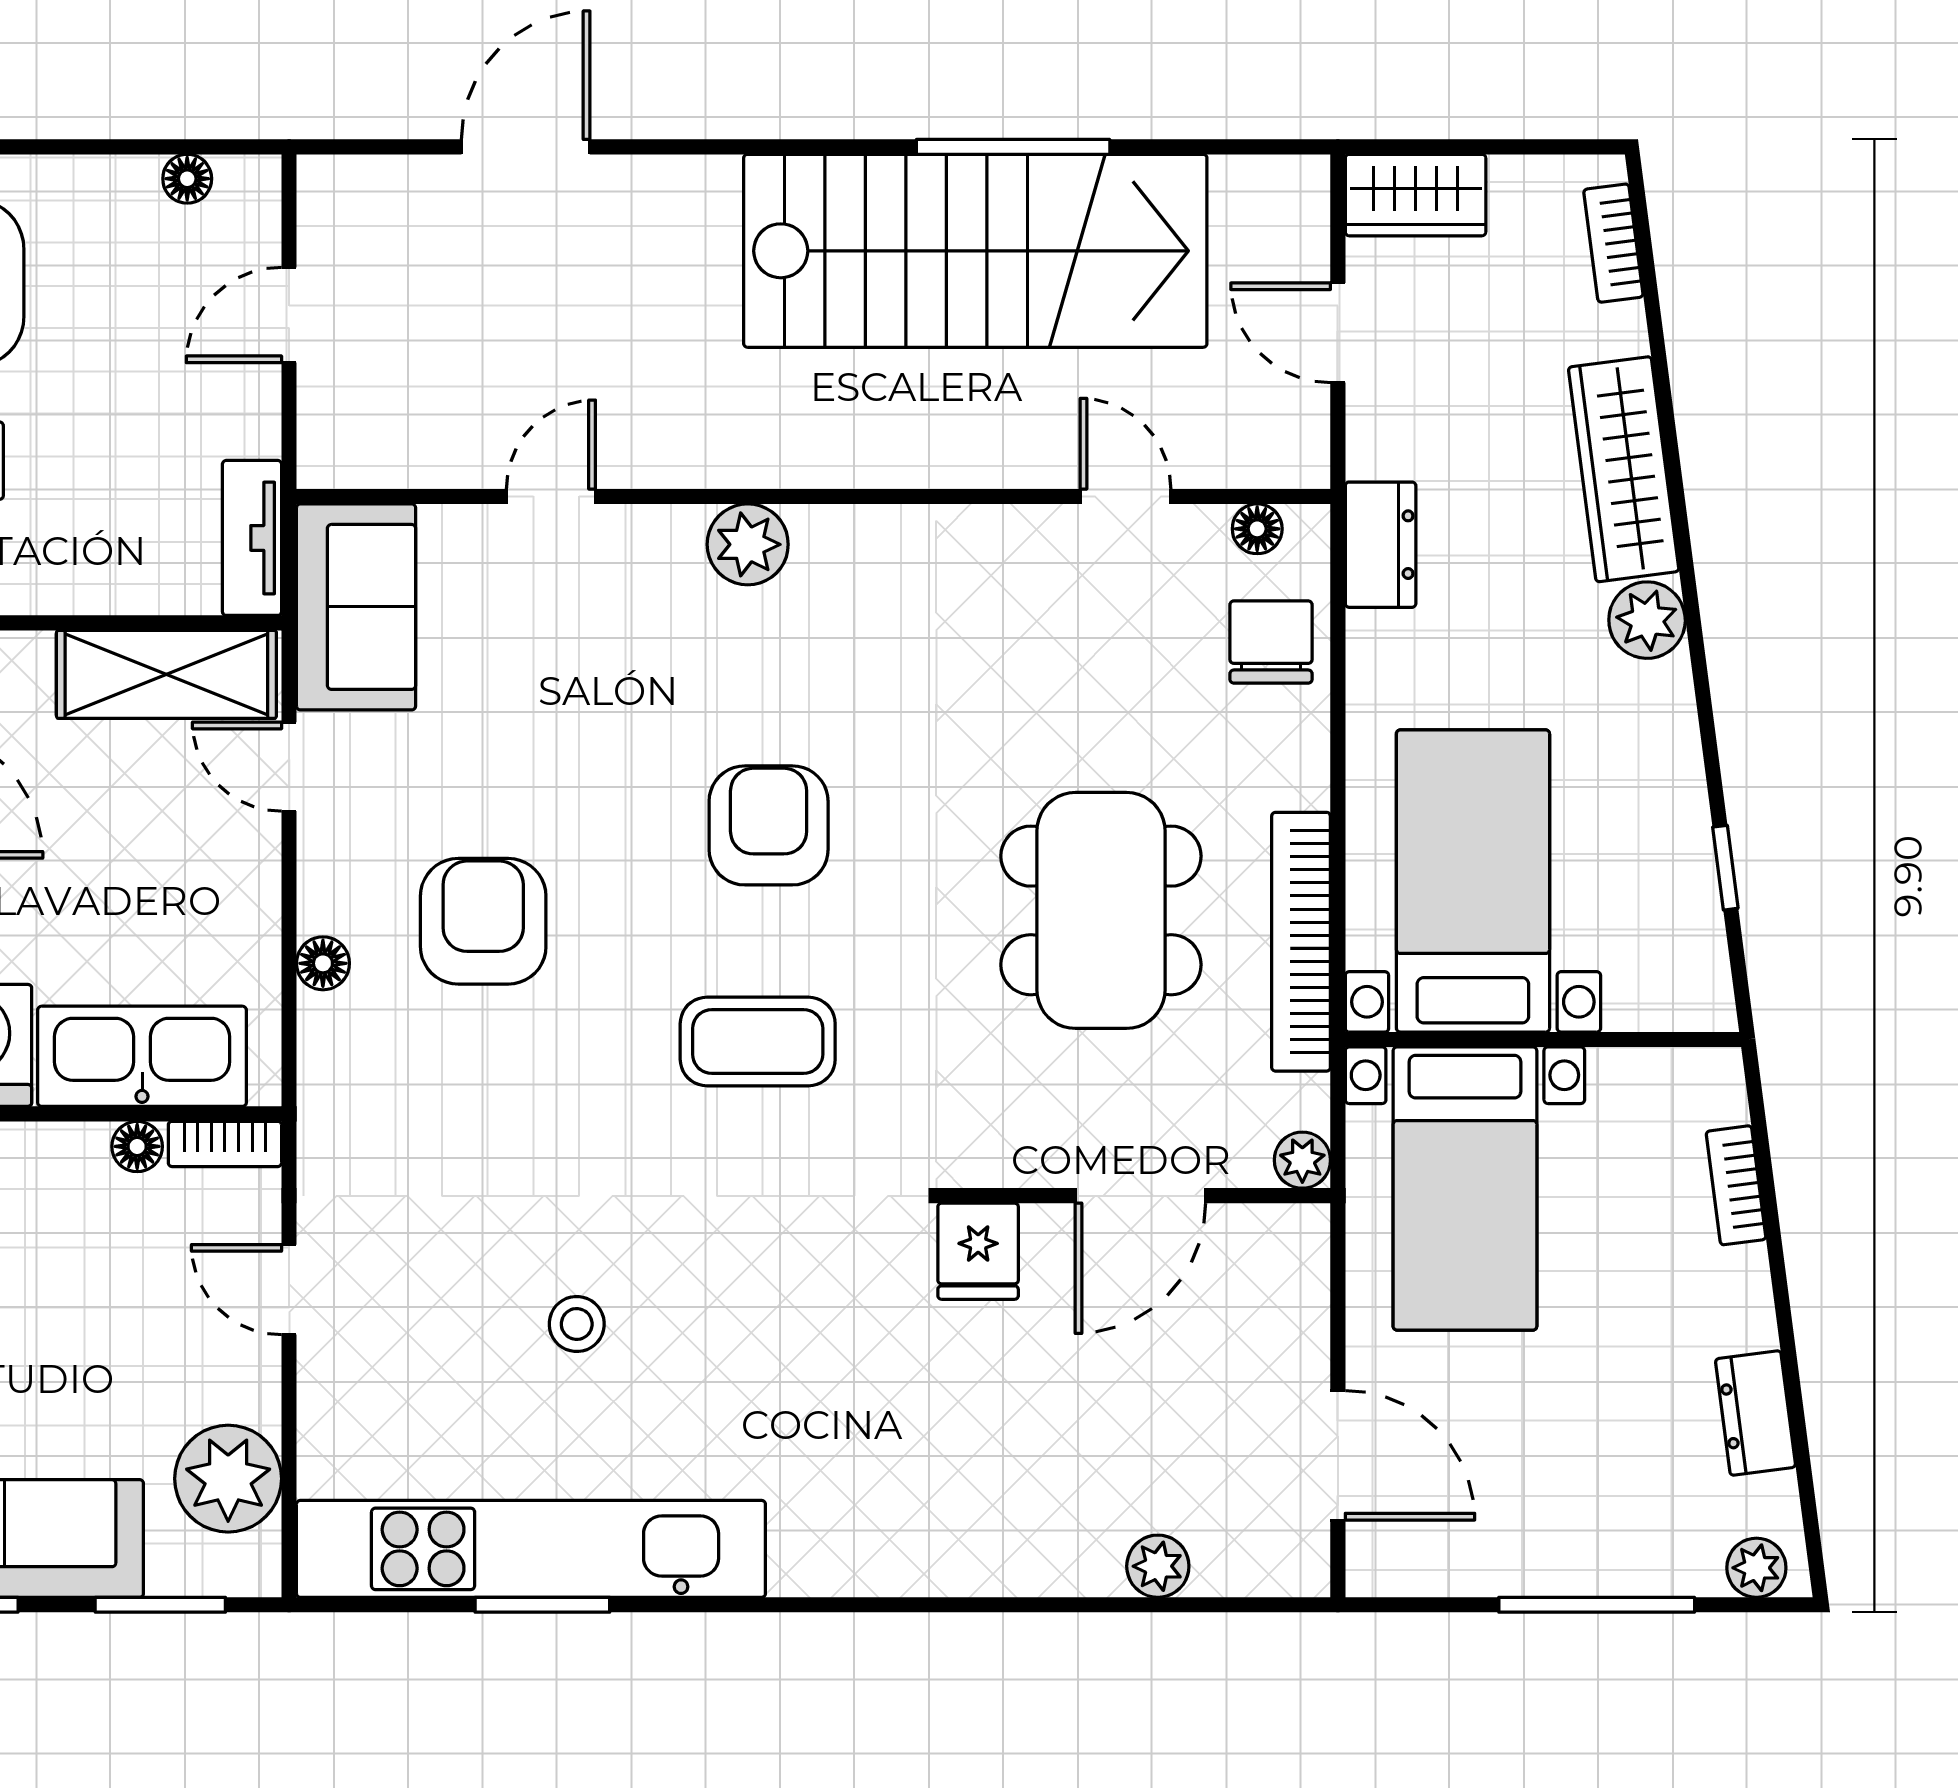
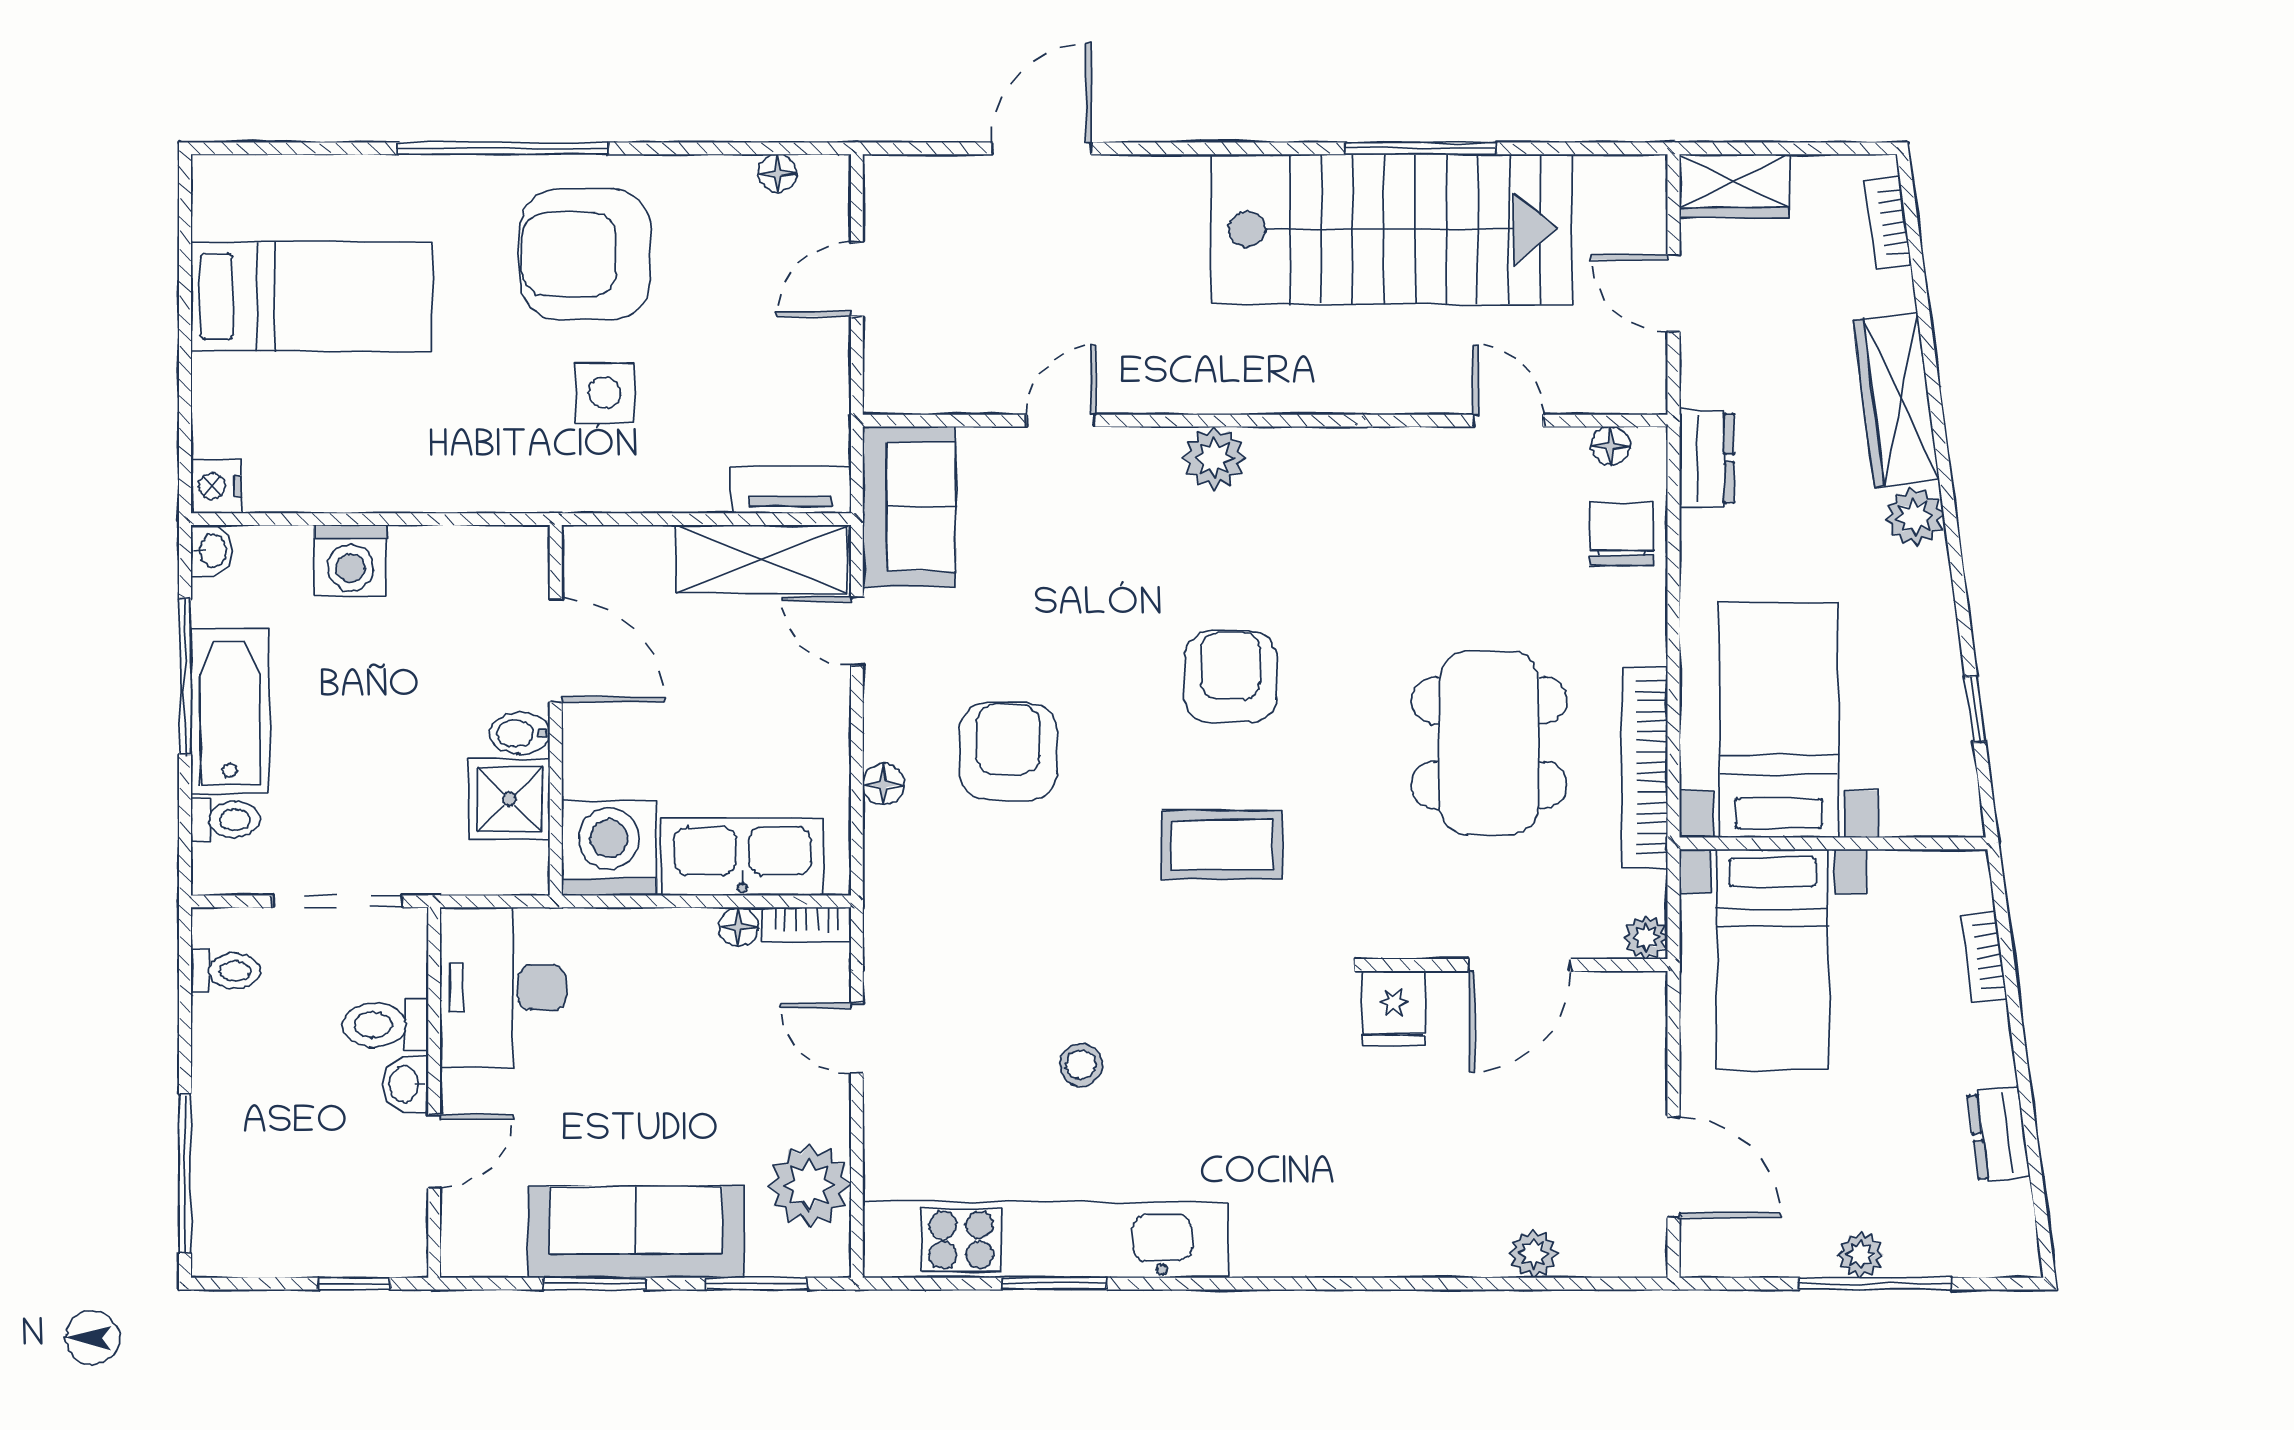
tv unit: (252, 538) -> (791, 490), moved, turned 90
plant: (1756, 1568) -> (1861, 1255), moved

